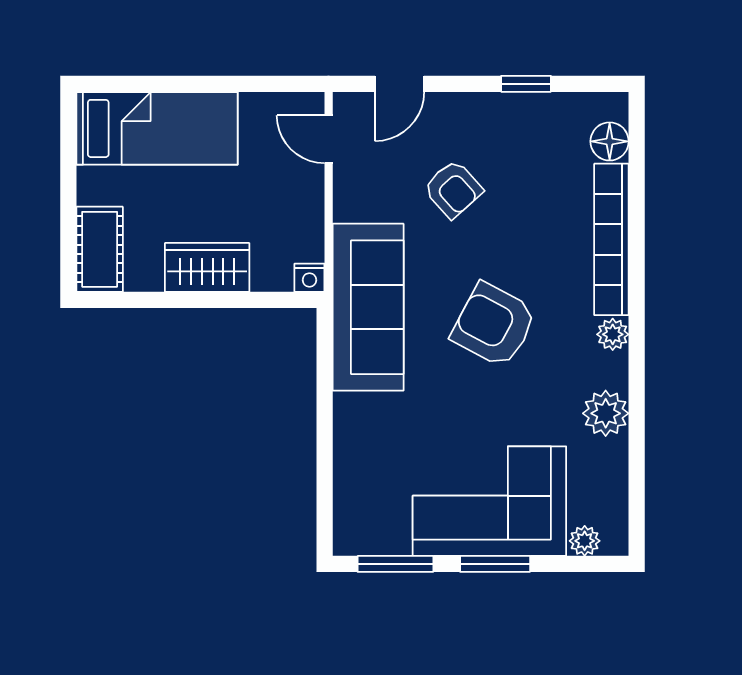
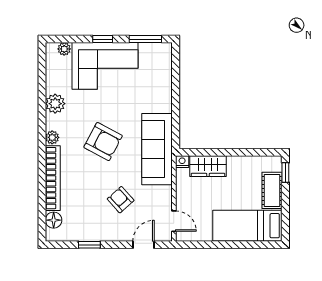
cot: (100, 249) -> (272, 190), moved
window: (68, 252) -> (285, 173), added
wardrobe: (207, 267) -> (208, 166), moved
window: (495, 564) -> (103, 39), width x0.67

